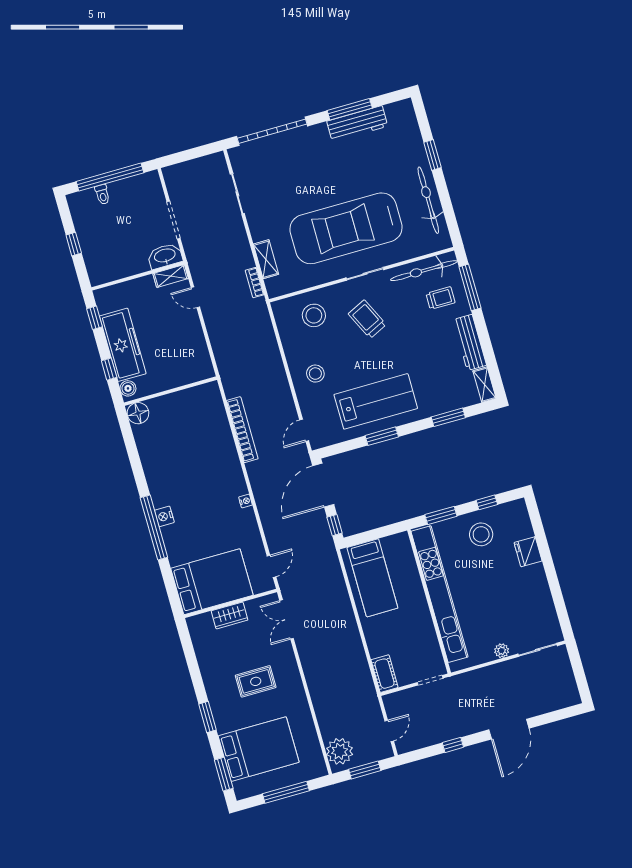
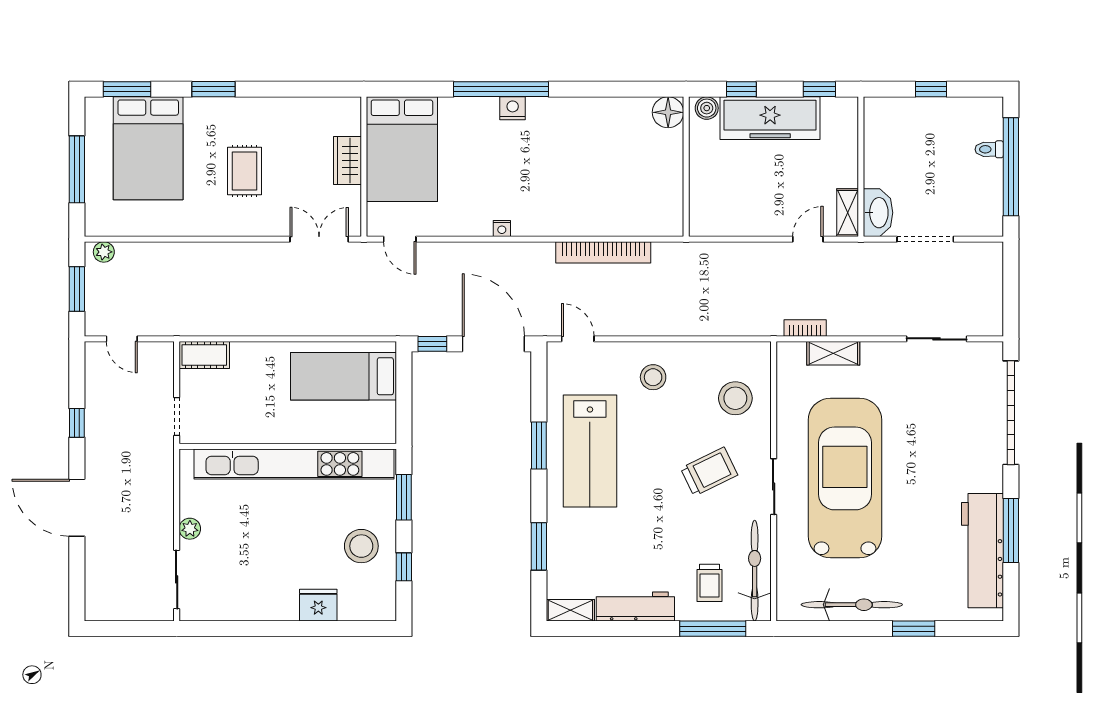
workbench: (357, 124) -> (982, 551), width x1.36, depth x1.32
plant: (340, 751) -> (104, 252), width x0.53, depth x0.53

